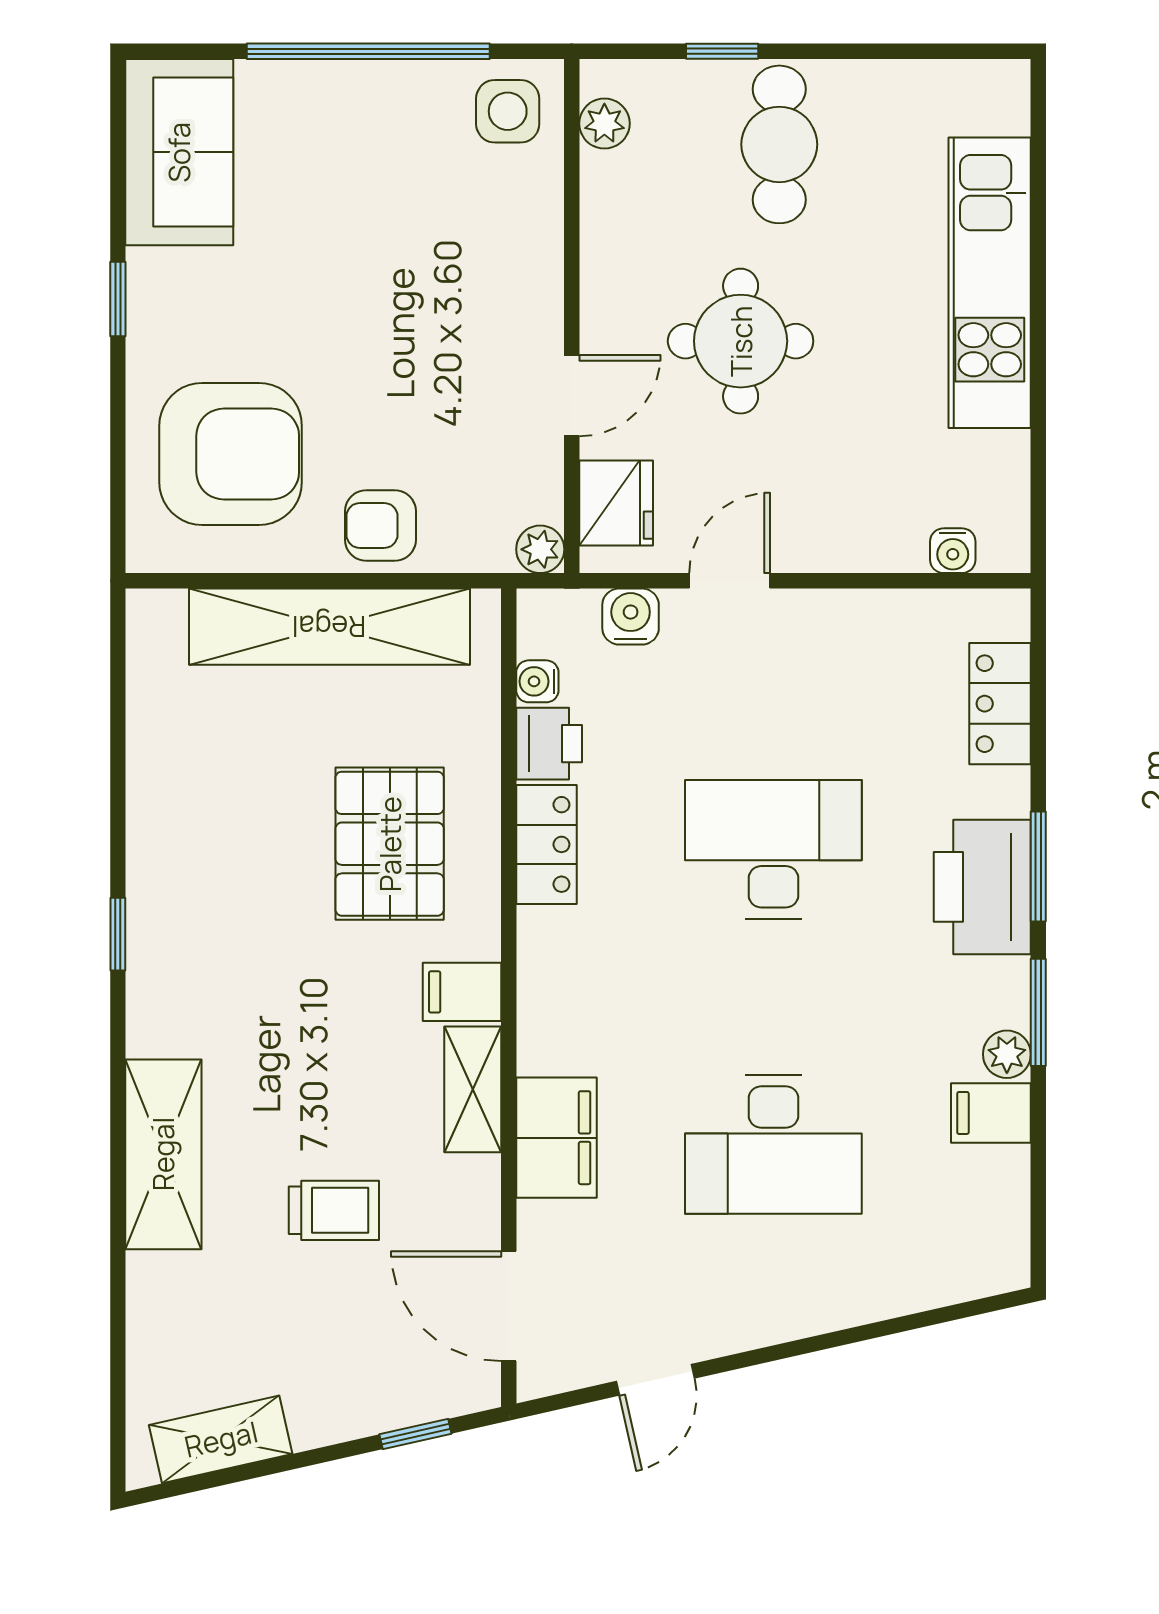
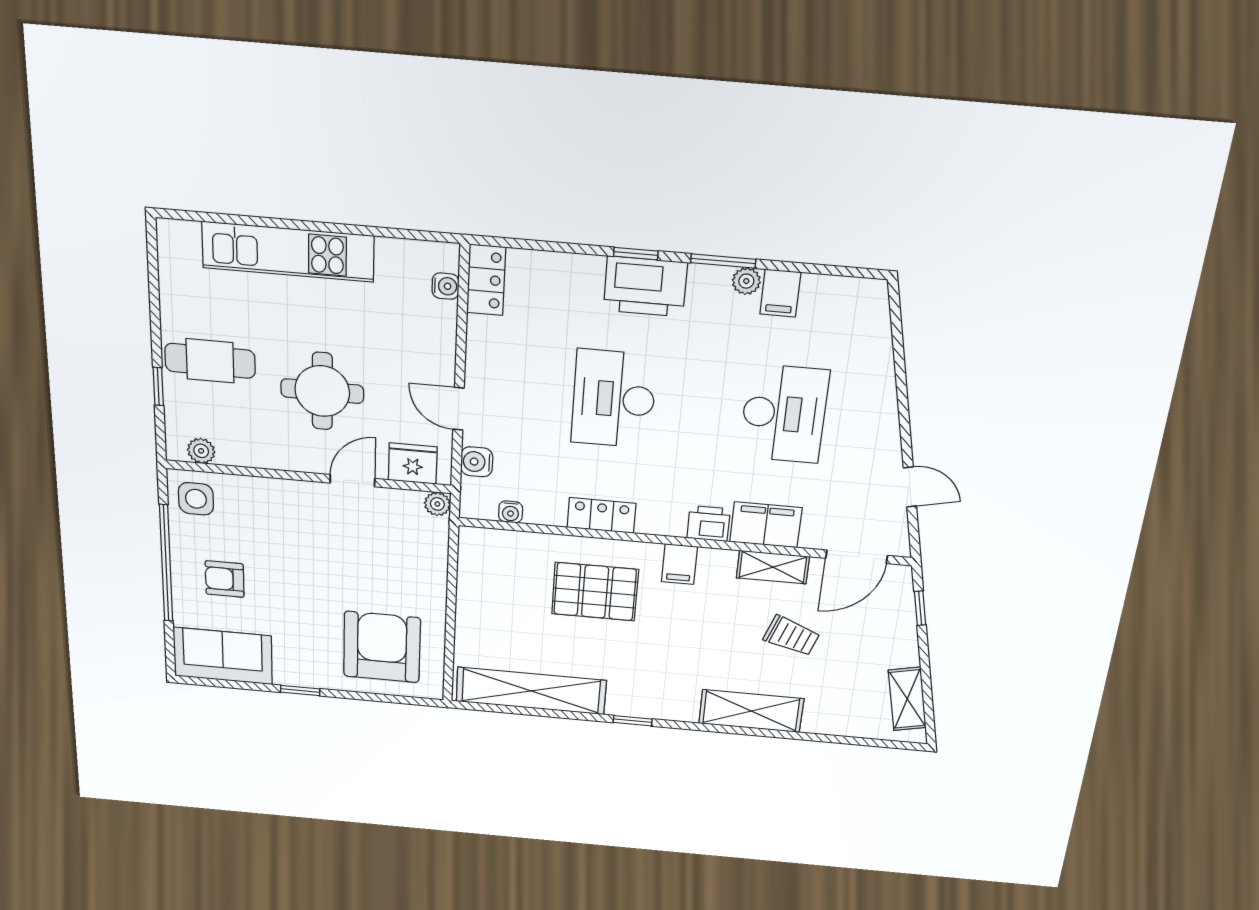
door: (572, 396) -> (352, 481), hinge flipped
armchair: (380, 526) -> (225, 579), moved, turned 90
shelving: (329, 627) -> (531, 691), moved, turned 90
locker: (1000, 704) -> (486, 280), moved, turned -90
printer: (549, 744) -> (709, 524), moved
window: (1038, 867) -> (636, 254), width x0.67
shelving: (473, 1089) -> (773, 567), moved
trolley: (334, 1210) -> (792, 636), turned 109

